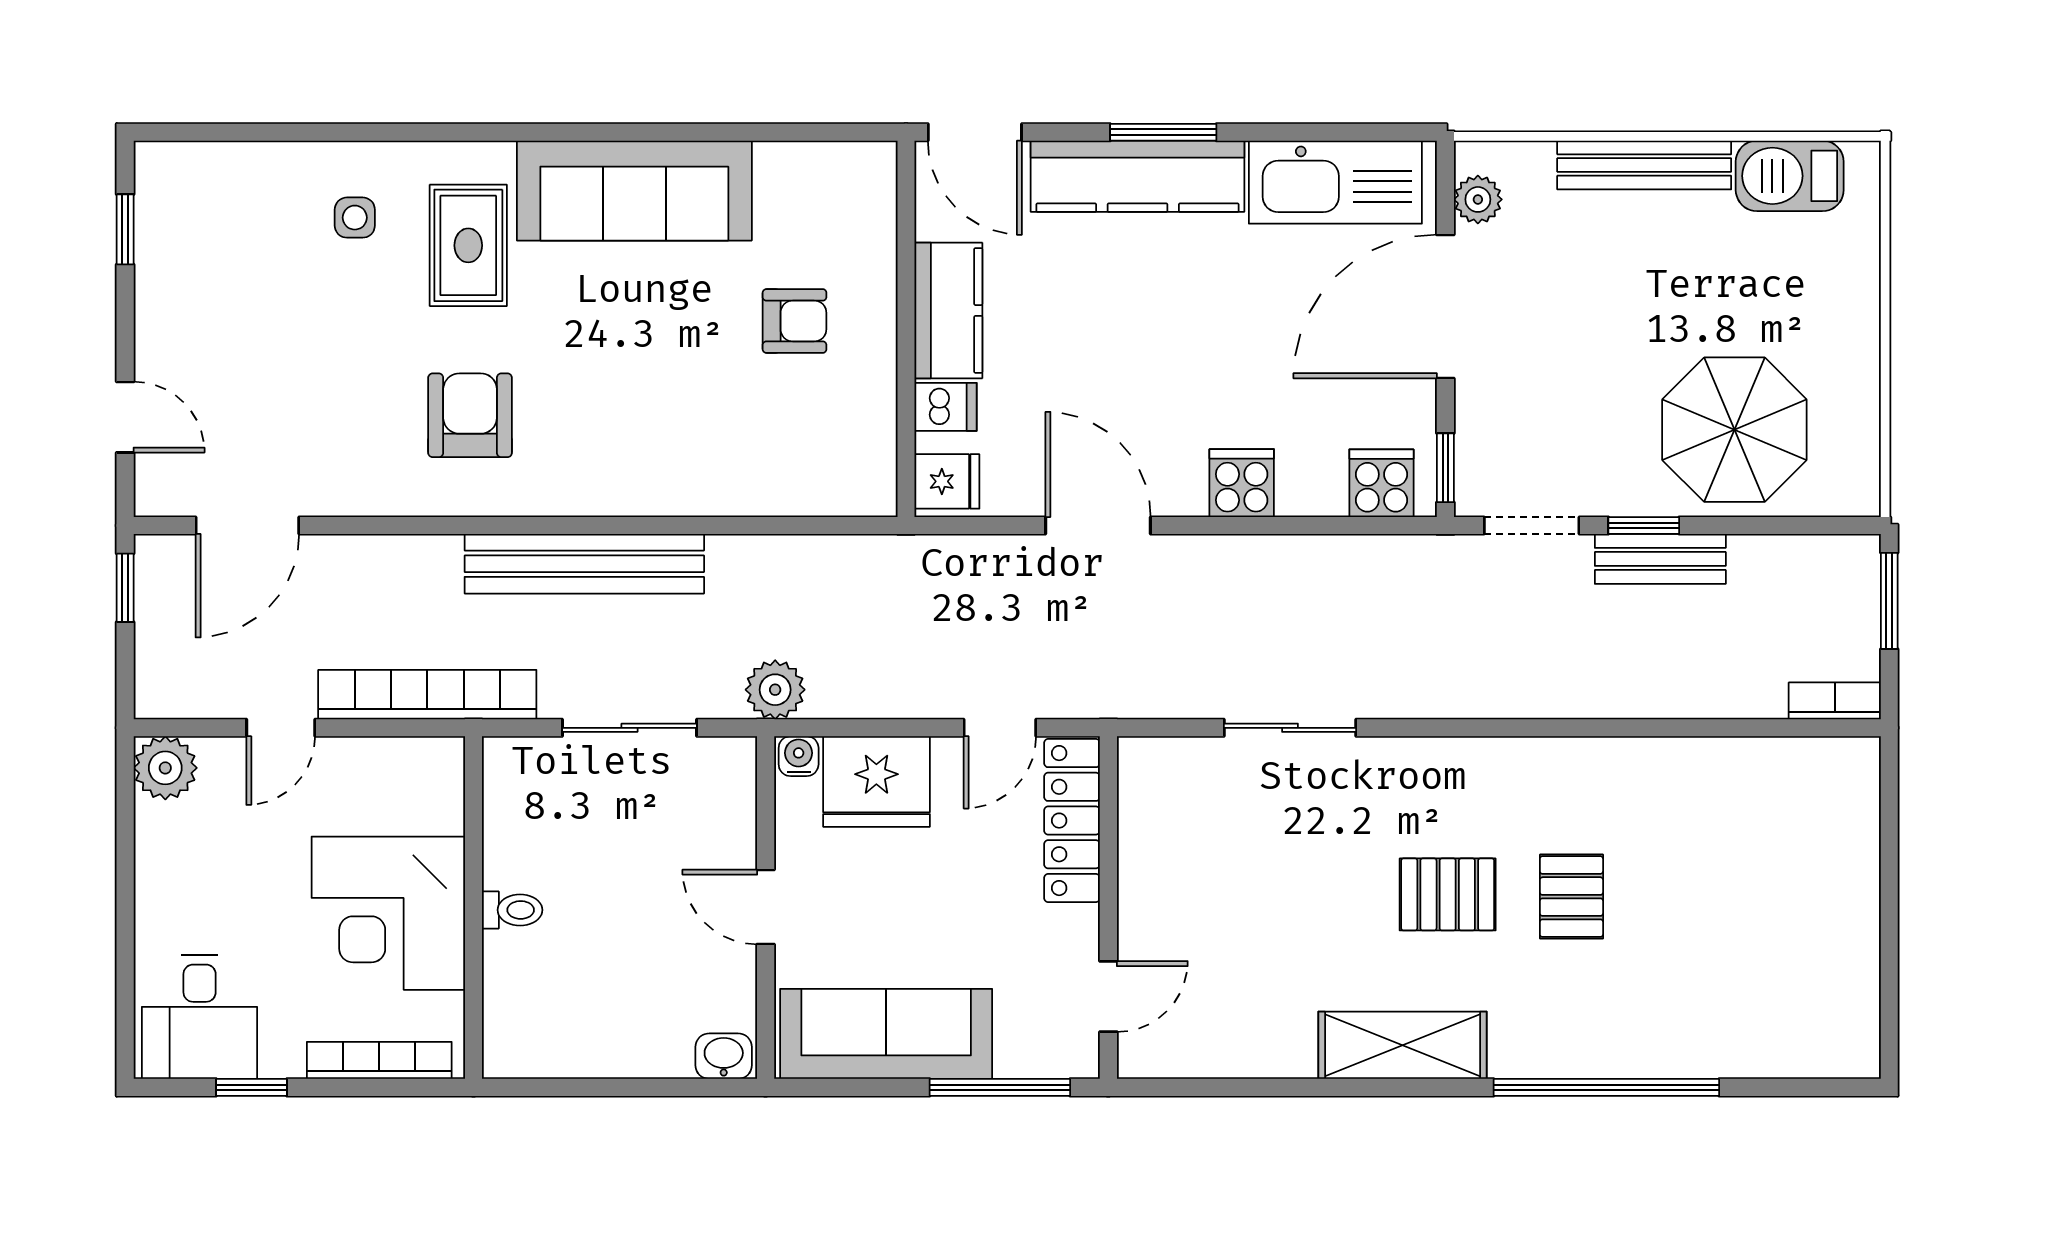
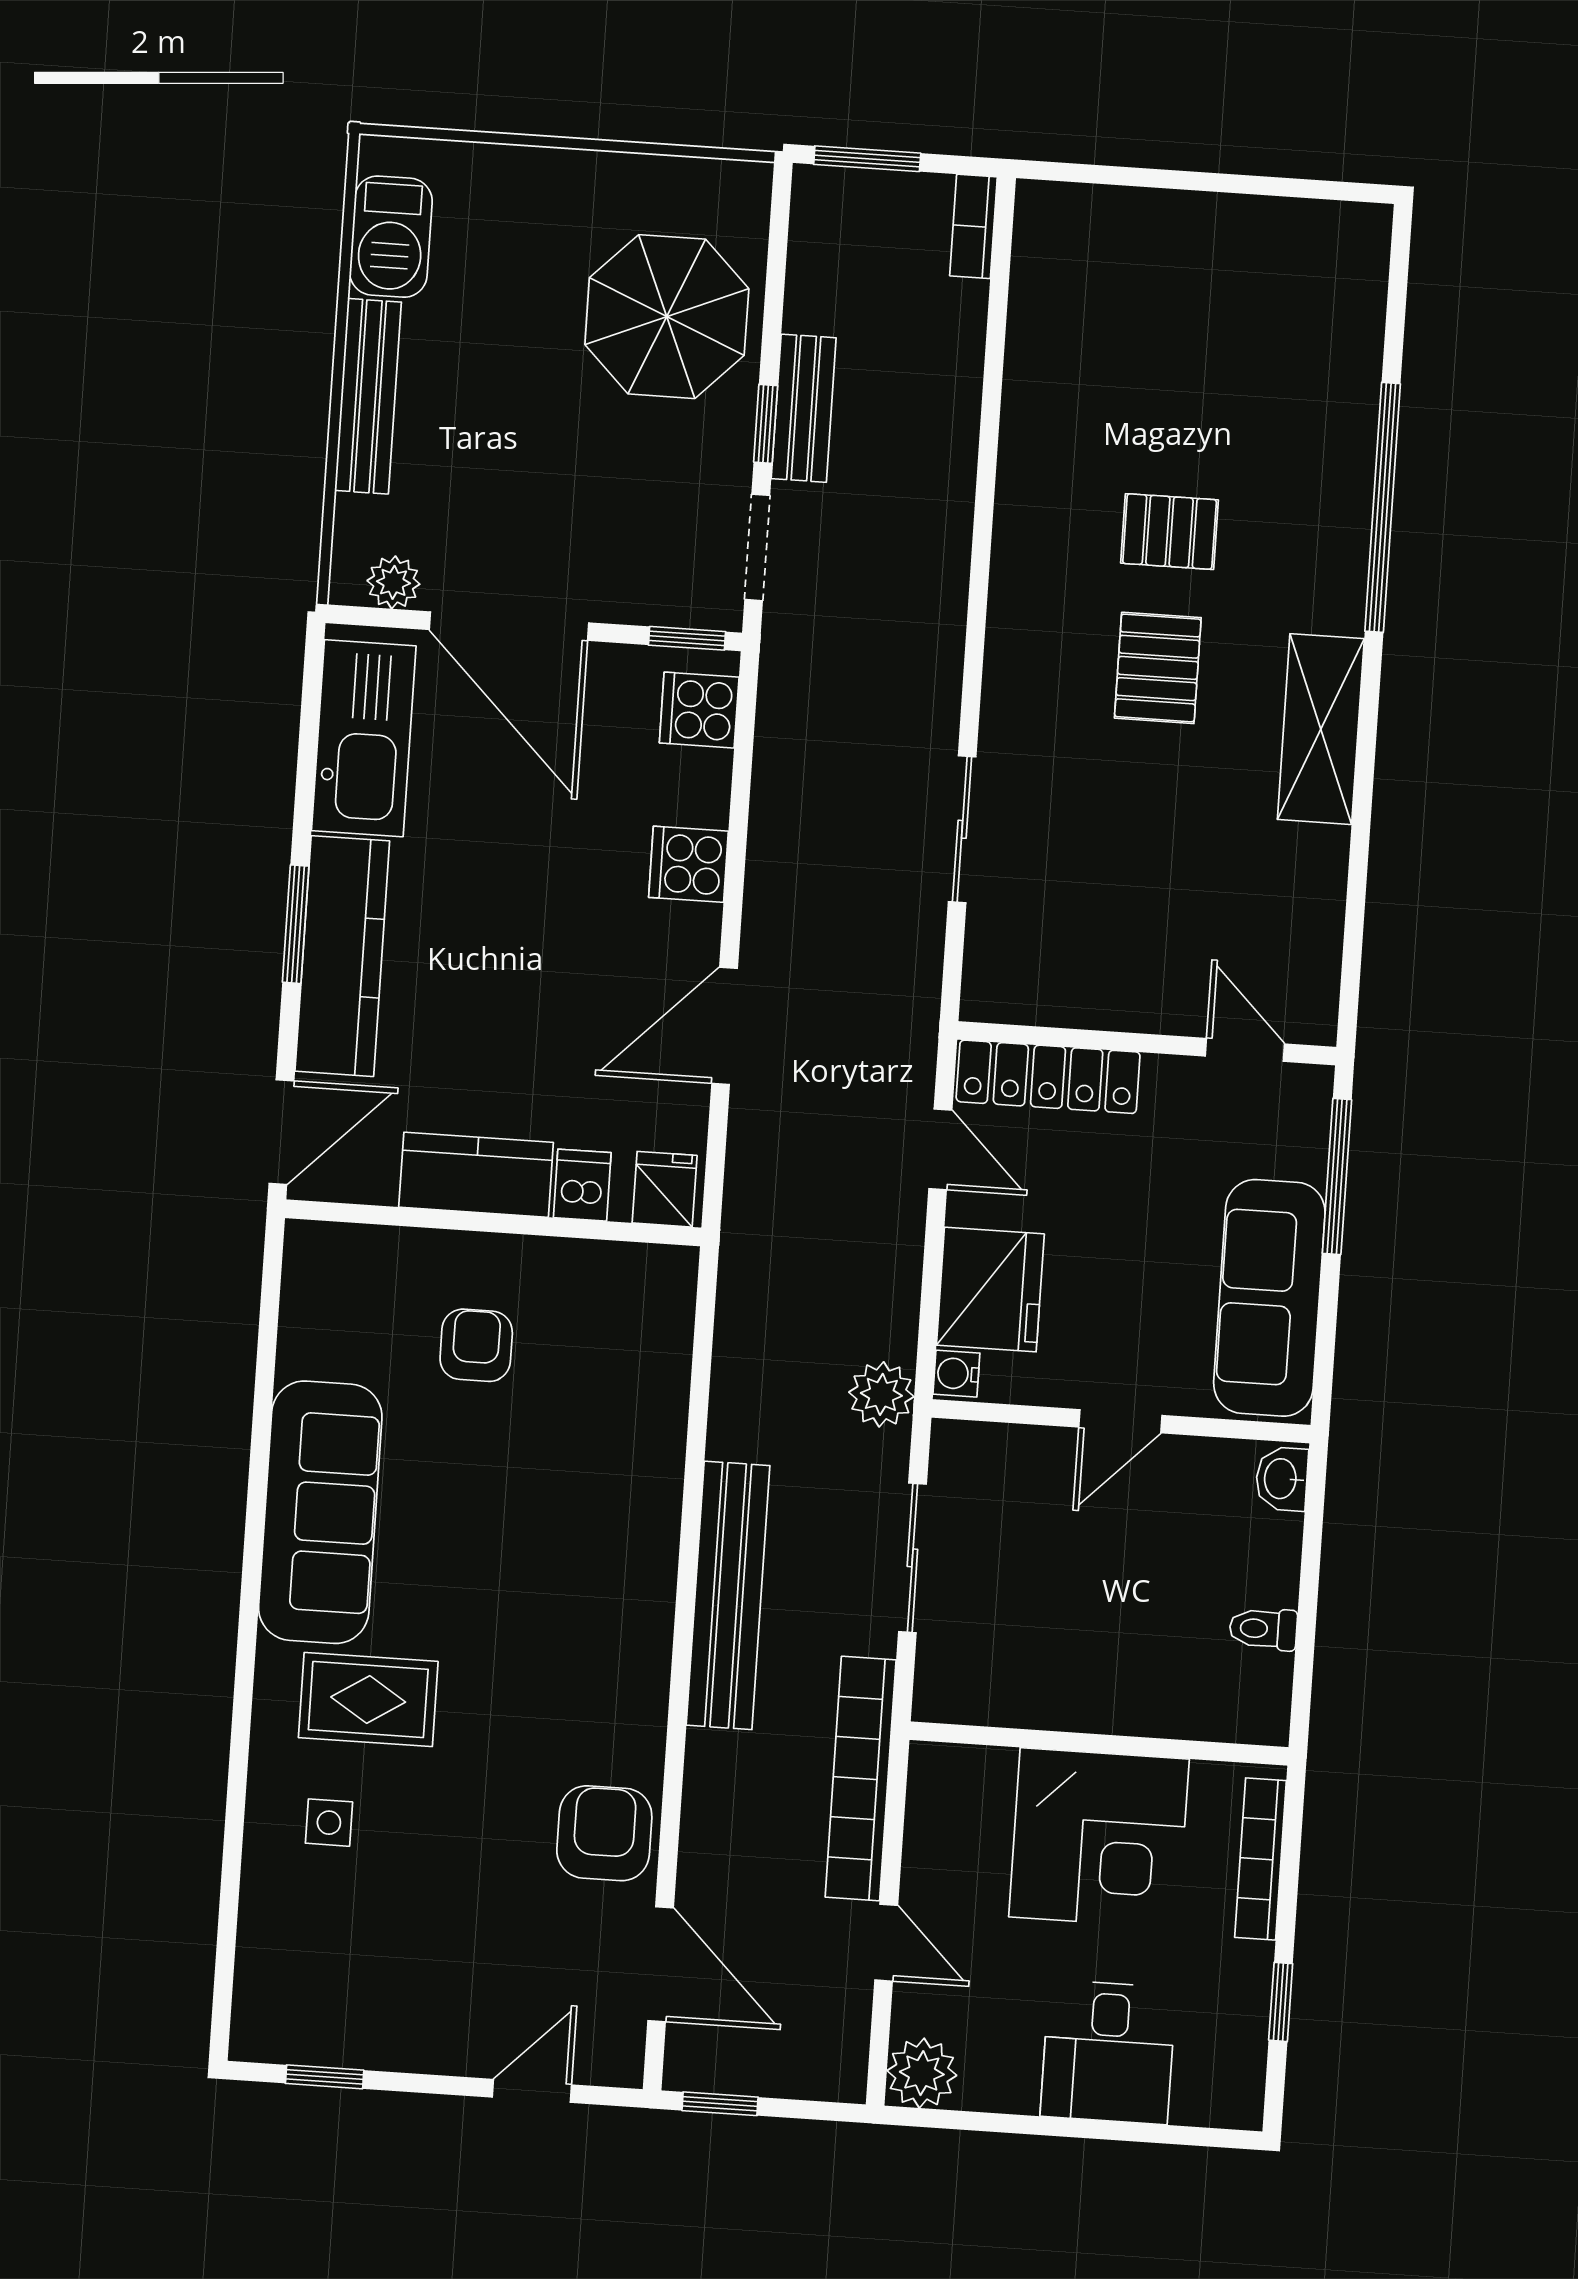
armchair: (470, 415) -> (604, 1833), moved, turned 90
toilet: (512, 910) -> (1263, 1629), moved, turned -90
desk: (200, 1017) -> (1108, 2052), moved, turned 90

